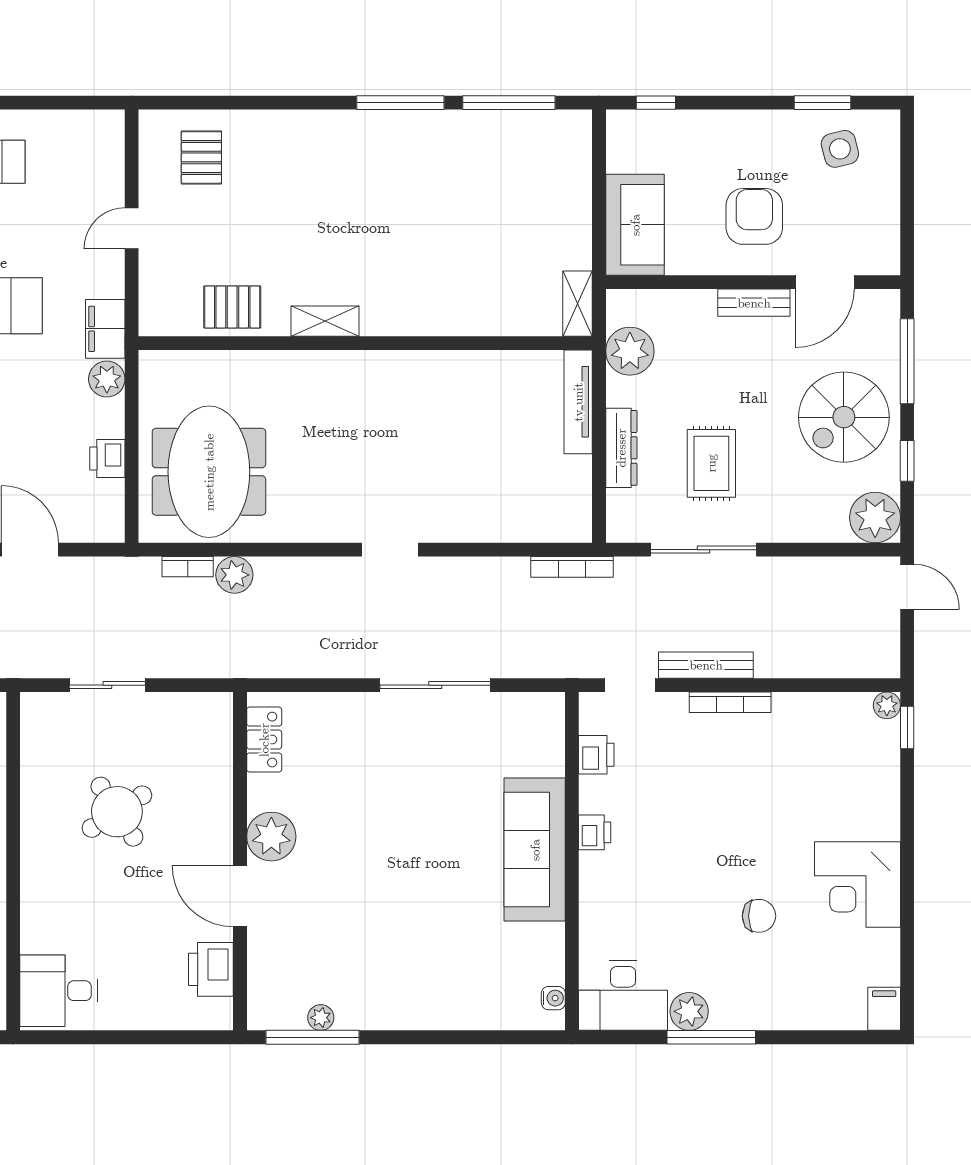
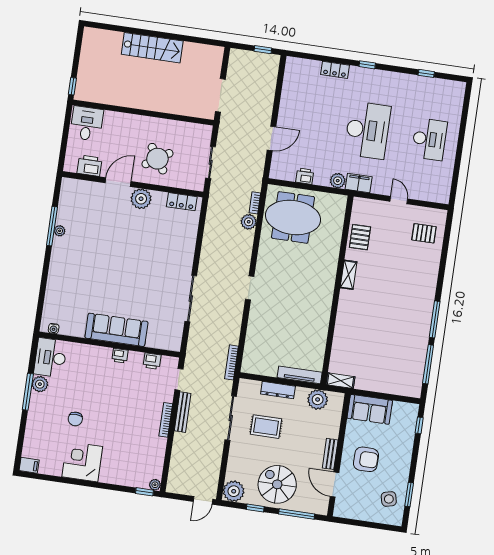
locker: (264, 740) -> (182, 202), moved
plant: (271, 837) -> (141, 199), moved
wall: (240, 861) -> (133, 184), moved
door: (240, 896) -> (118, 182), moved
printer: (211, 969) -> (90, 166), moved

